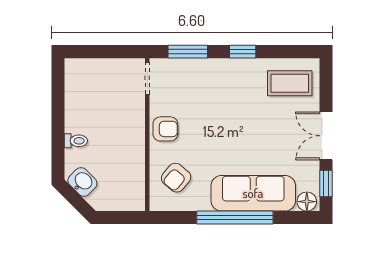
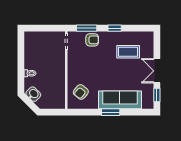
coffee table: (290, 83) -> (128, 52), moved
armchair: (165, 129) -> (92, 40), moved
floor lamp: (307, 202) -> (147, 104), removed
window: (235, 218) -> (111, 112), width x0.47

